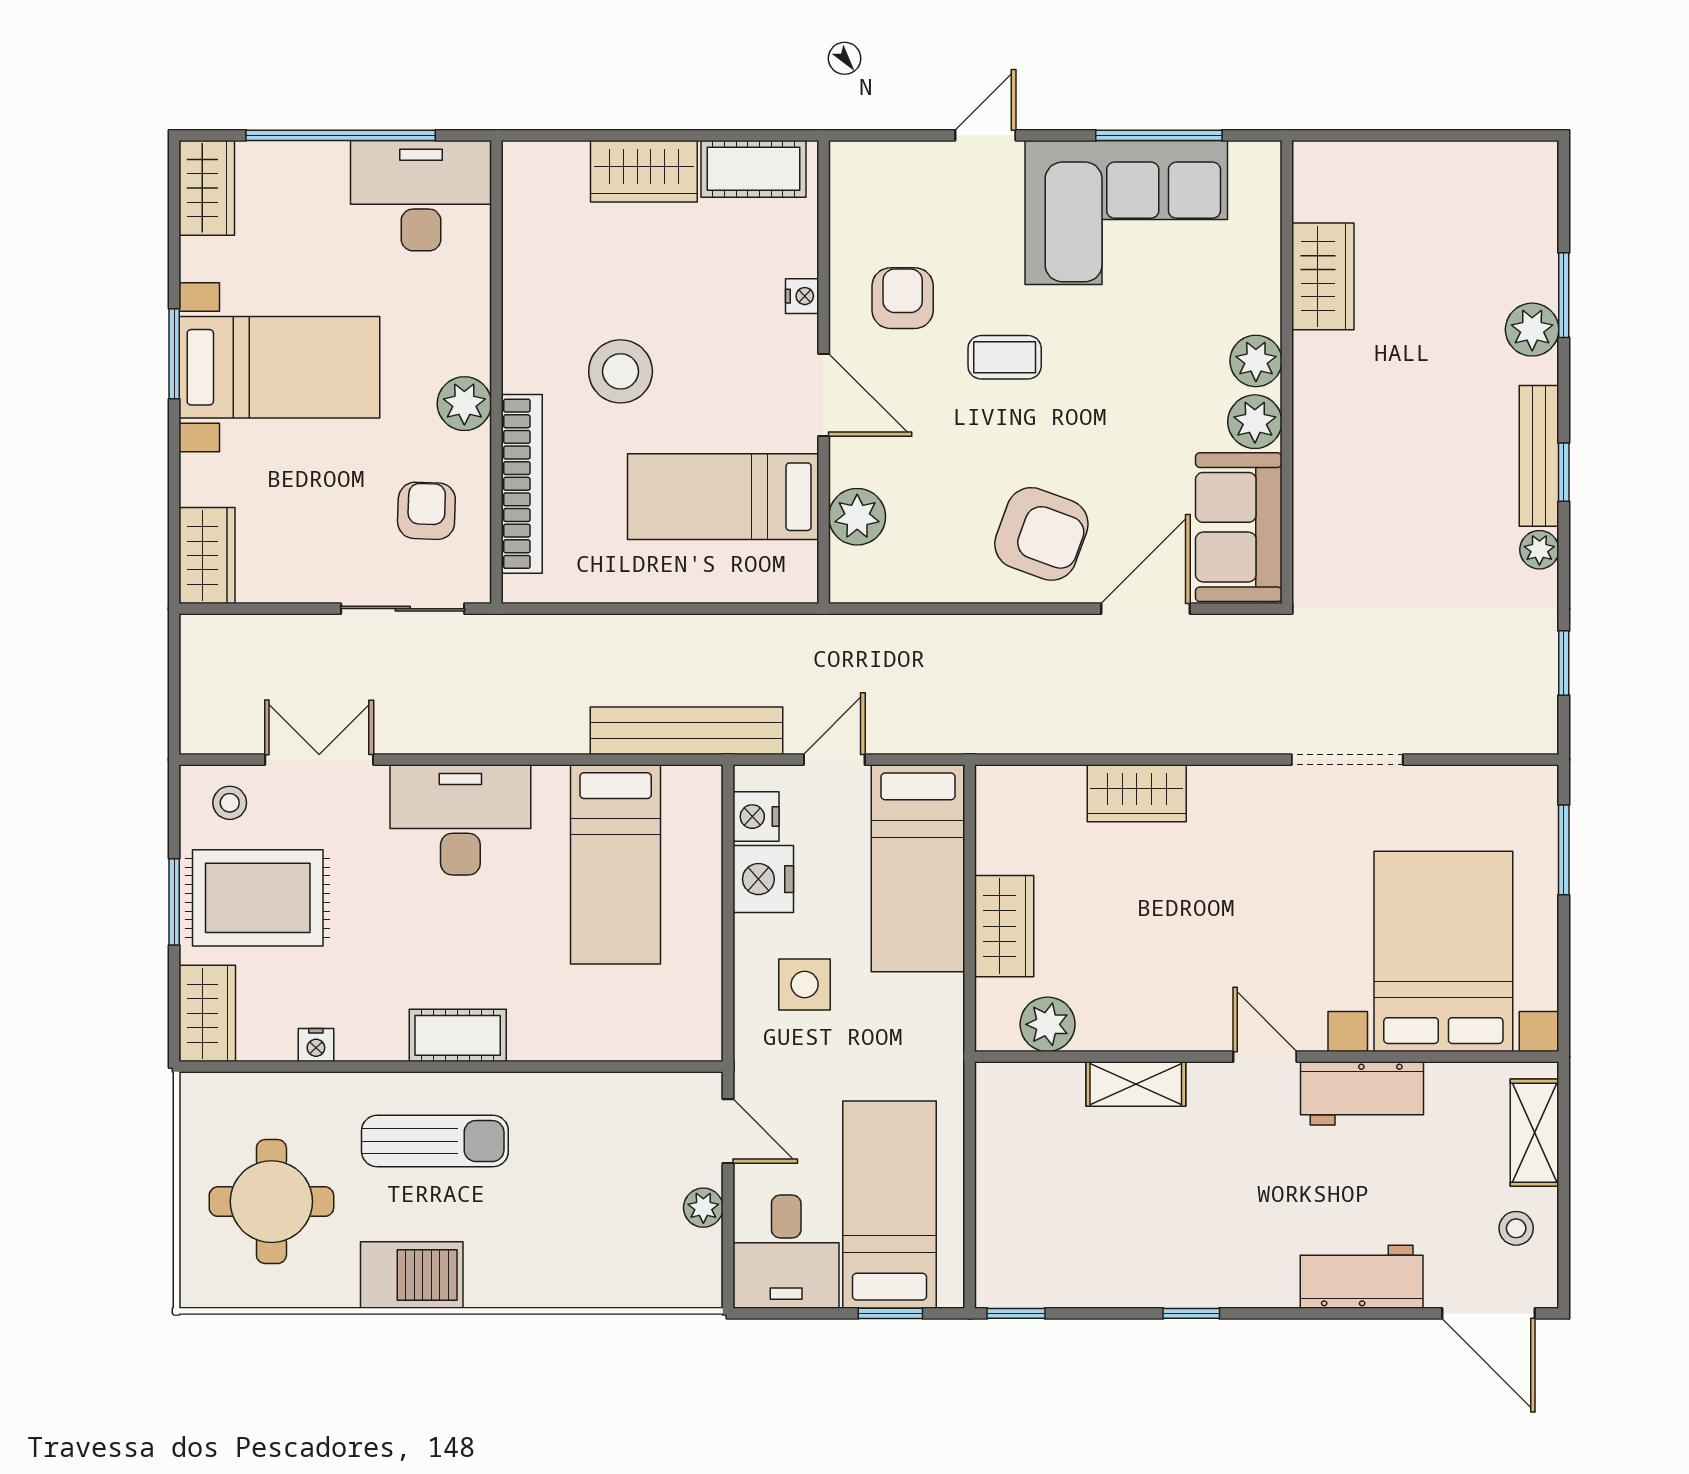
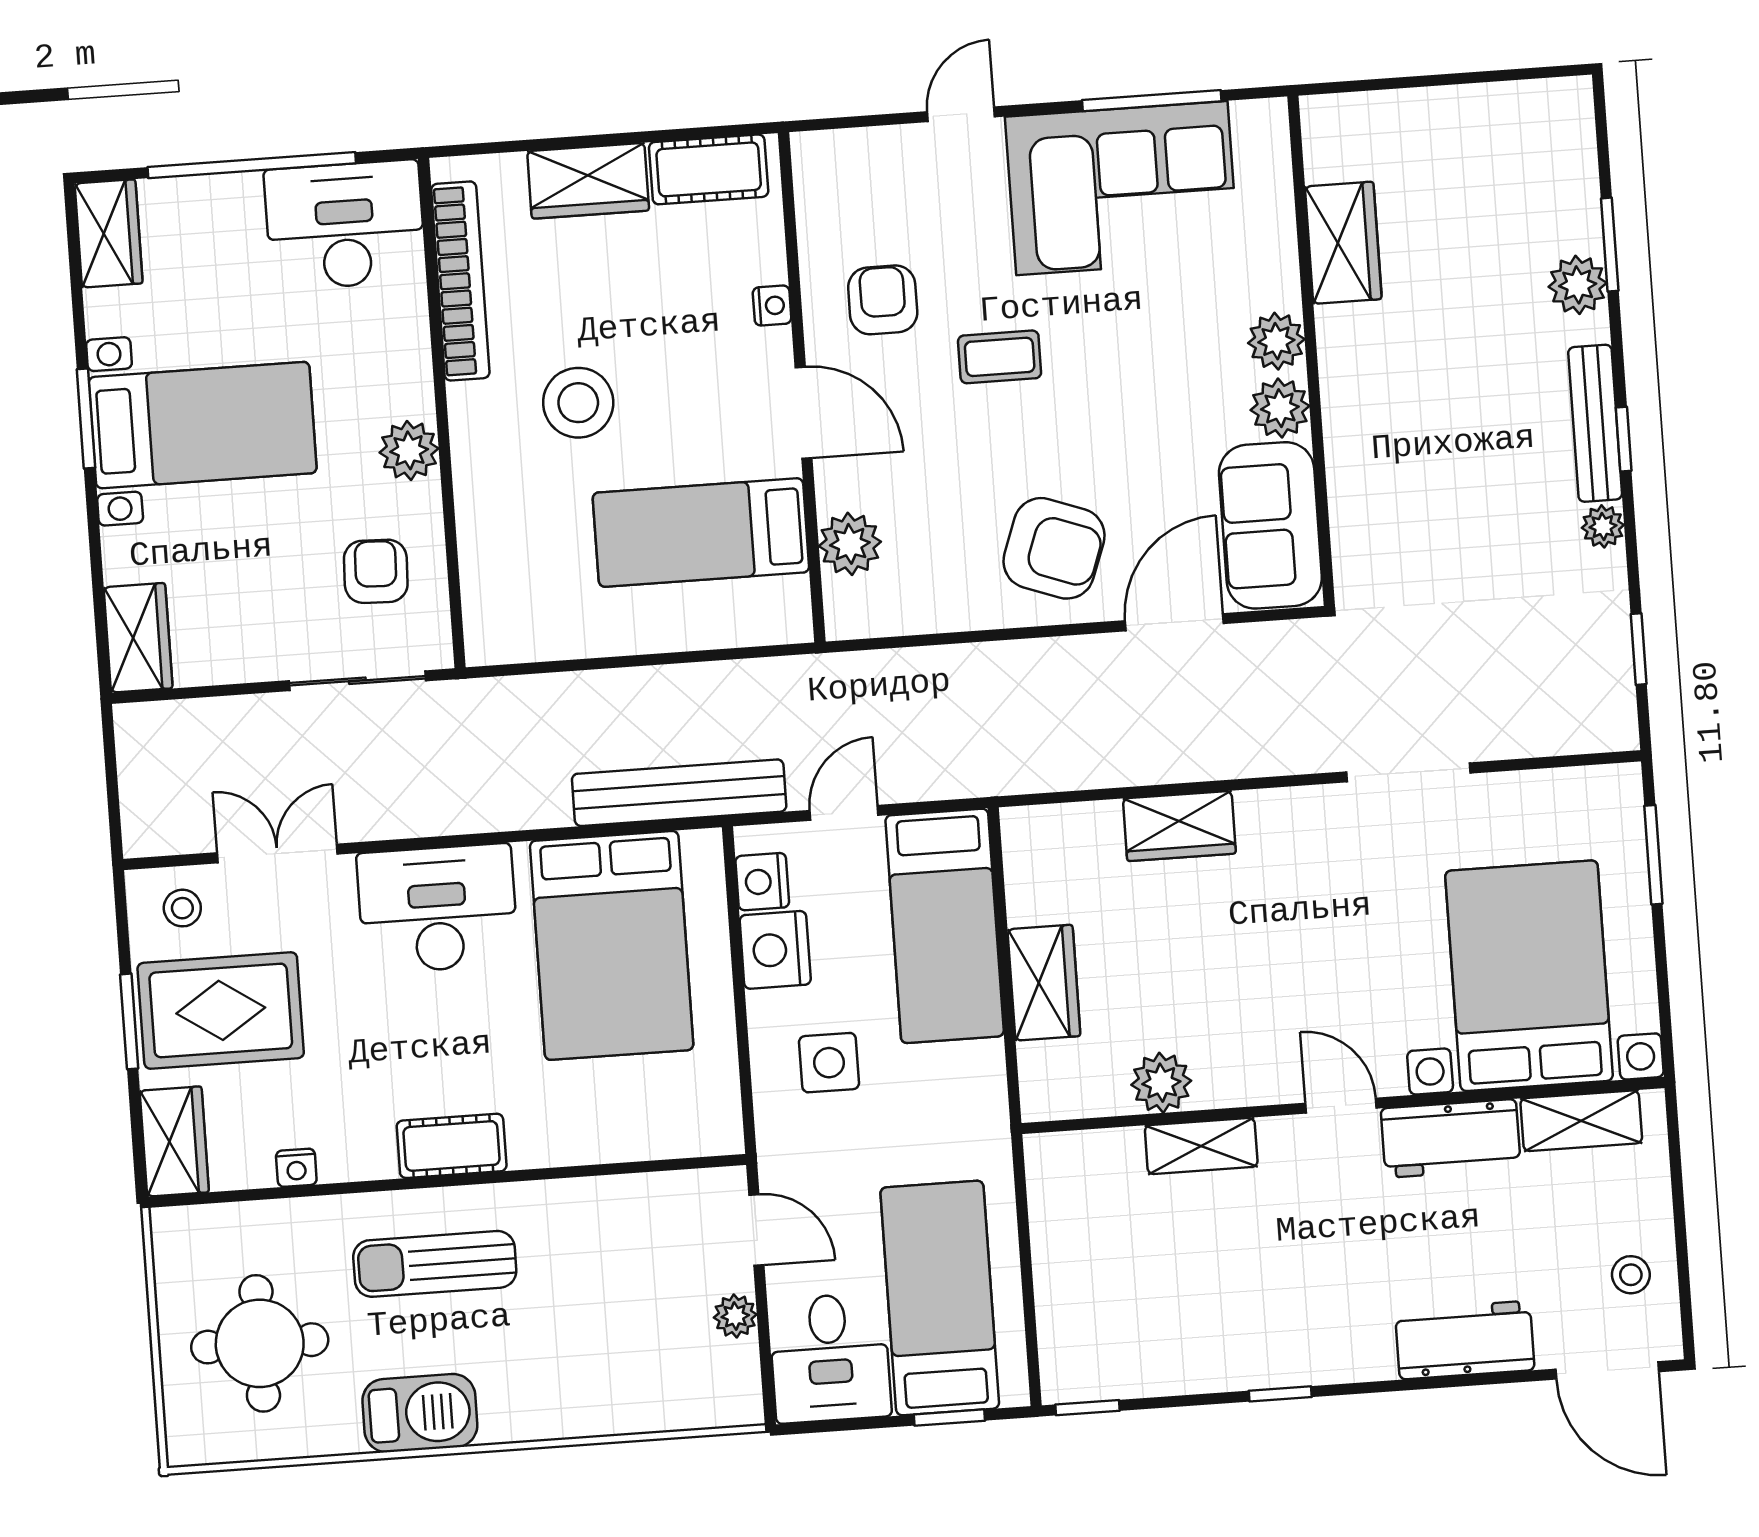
bookcase: (522, 484) -> (460, 281), moved
bed: (616, 864) -> (612, 945), width x1.50
plant: (1048, 1024) -> (1161, 1083), moved
shelving: (1535, 1133) -> (1581, 1121), moved, turned 90
sun lounger: (435, 1141) -> (435, 1264), turned 180

